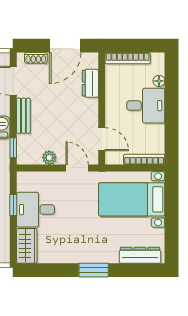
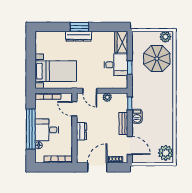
dresser: (90, 83) -> (82, 131), moved
window: (171, 107) -> (31, 129), added
dresser: (140, 255) -> (79, 36), moved

